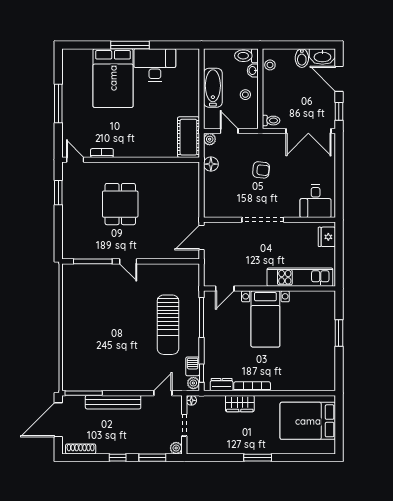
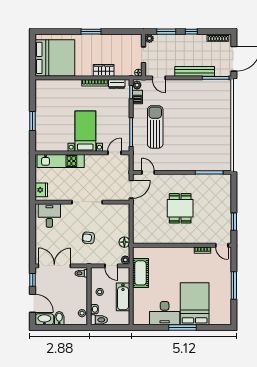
cot: (188, 137) -> (140, 273), moved
dining table: (120, 204) -> (180, 208), moved
door: (128, 261) -> (148, 172), moved
door: (163, 393) -> (159, 78), hinge flipped
bed: (308, 421) -> (55, 58), width x1.36

